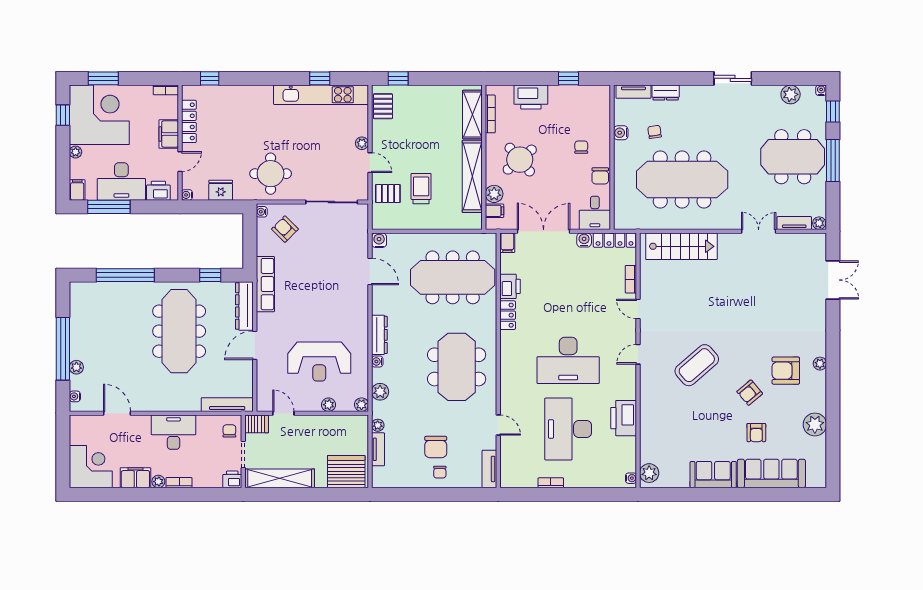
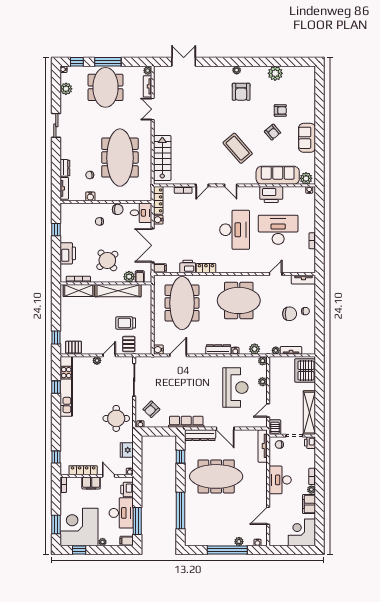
armchair: (750, 393) -> (273, 132), moved
desk: (568, 429) -> (278, 230), turned 180
sofa: (771, 473) -> (278, 175), moved, turned 90

